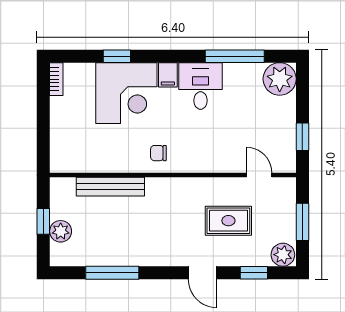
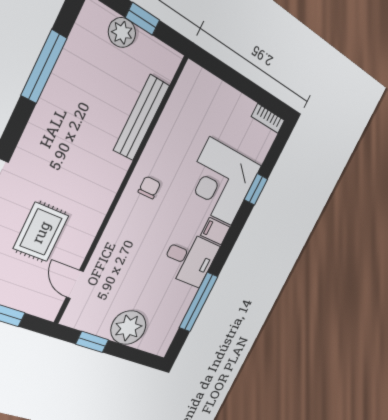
plant: (280, 79) -> (128, 328), moved
door: (259, 175) -> (75, 284), swing flipped

